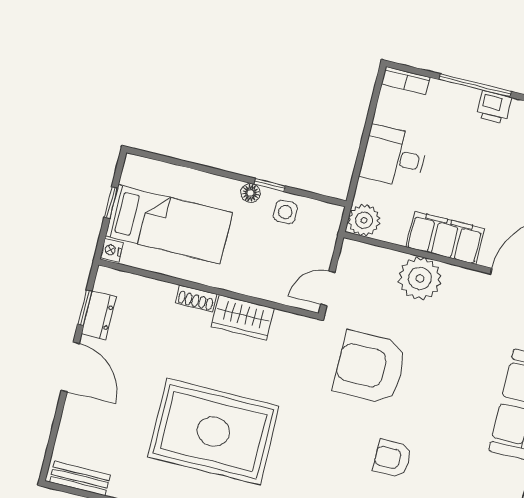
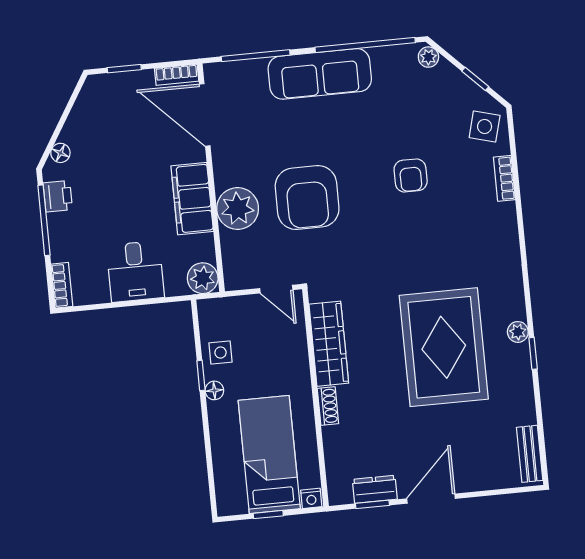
wardrobe: (243, 317) -> (329, 344), width x1.50
armchair: (370, 367) -> (307, 198), moved

